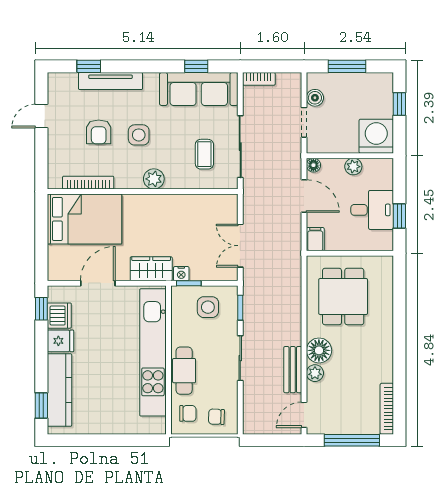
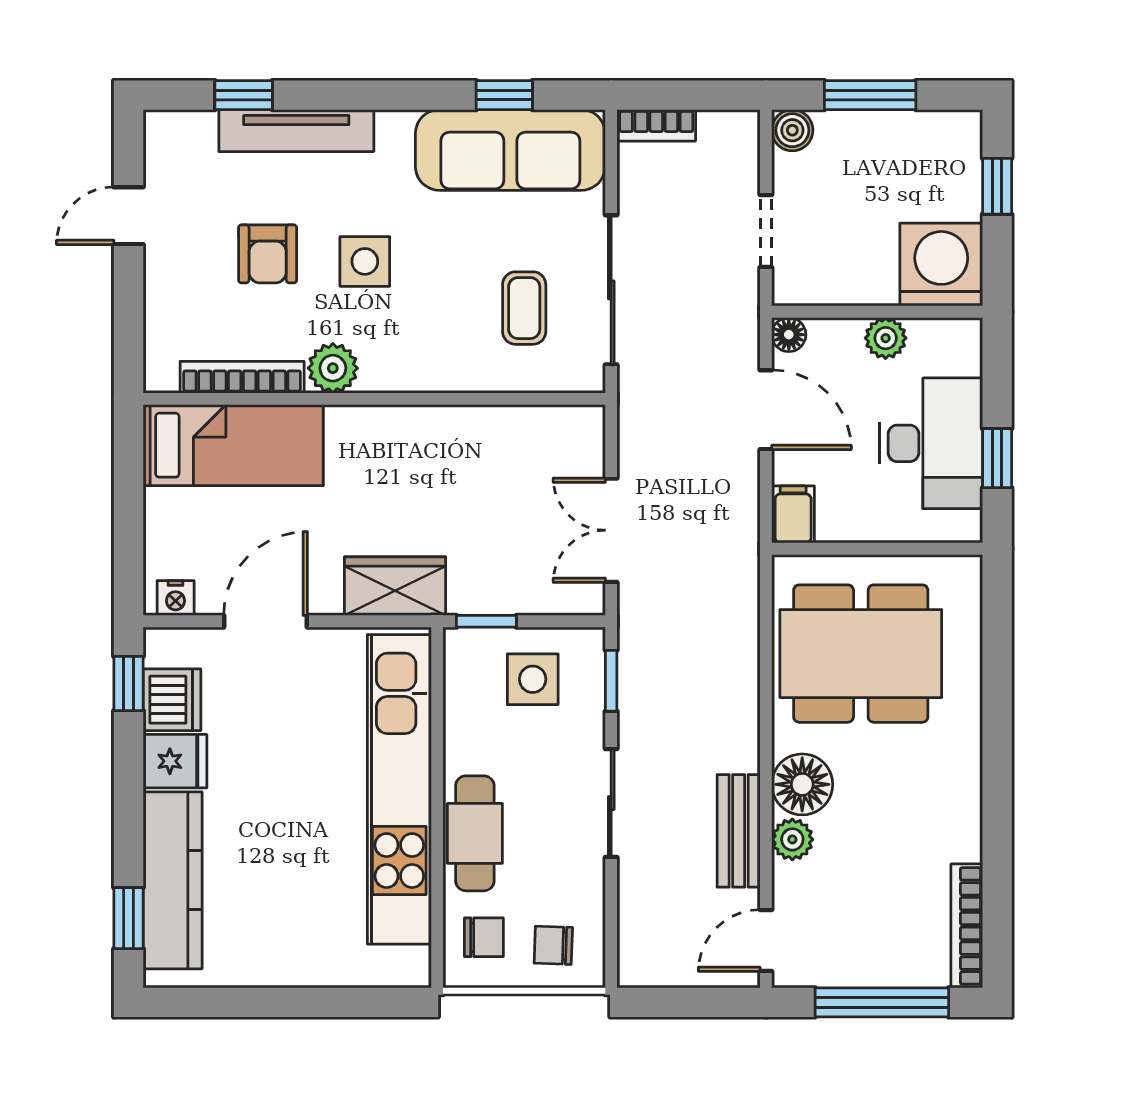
boiler: (315, 98) -> (792, 130), moved
plant: (154, 179) -> (333, 368), moved
desk: (372, 210) -> (931, 443), width x1.37
bed: (84, 219) -> (233, 445), width x0.67
nightstand: (181, 274) -> (176, 598), moved
dining table: (343, 297) -> (861, 654), width x1.38

